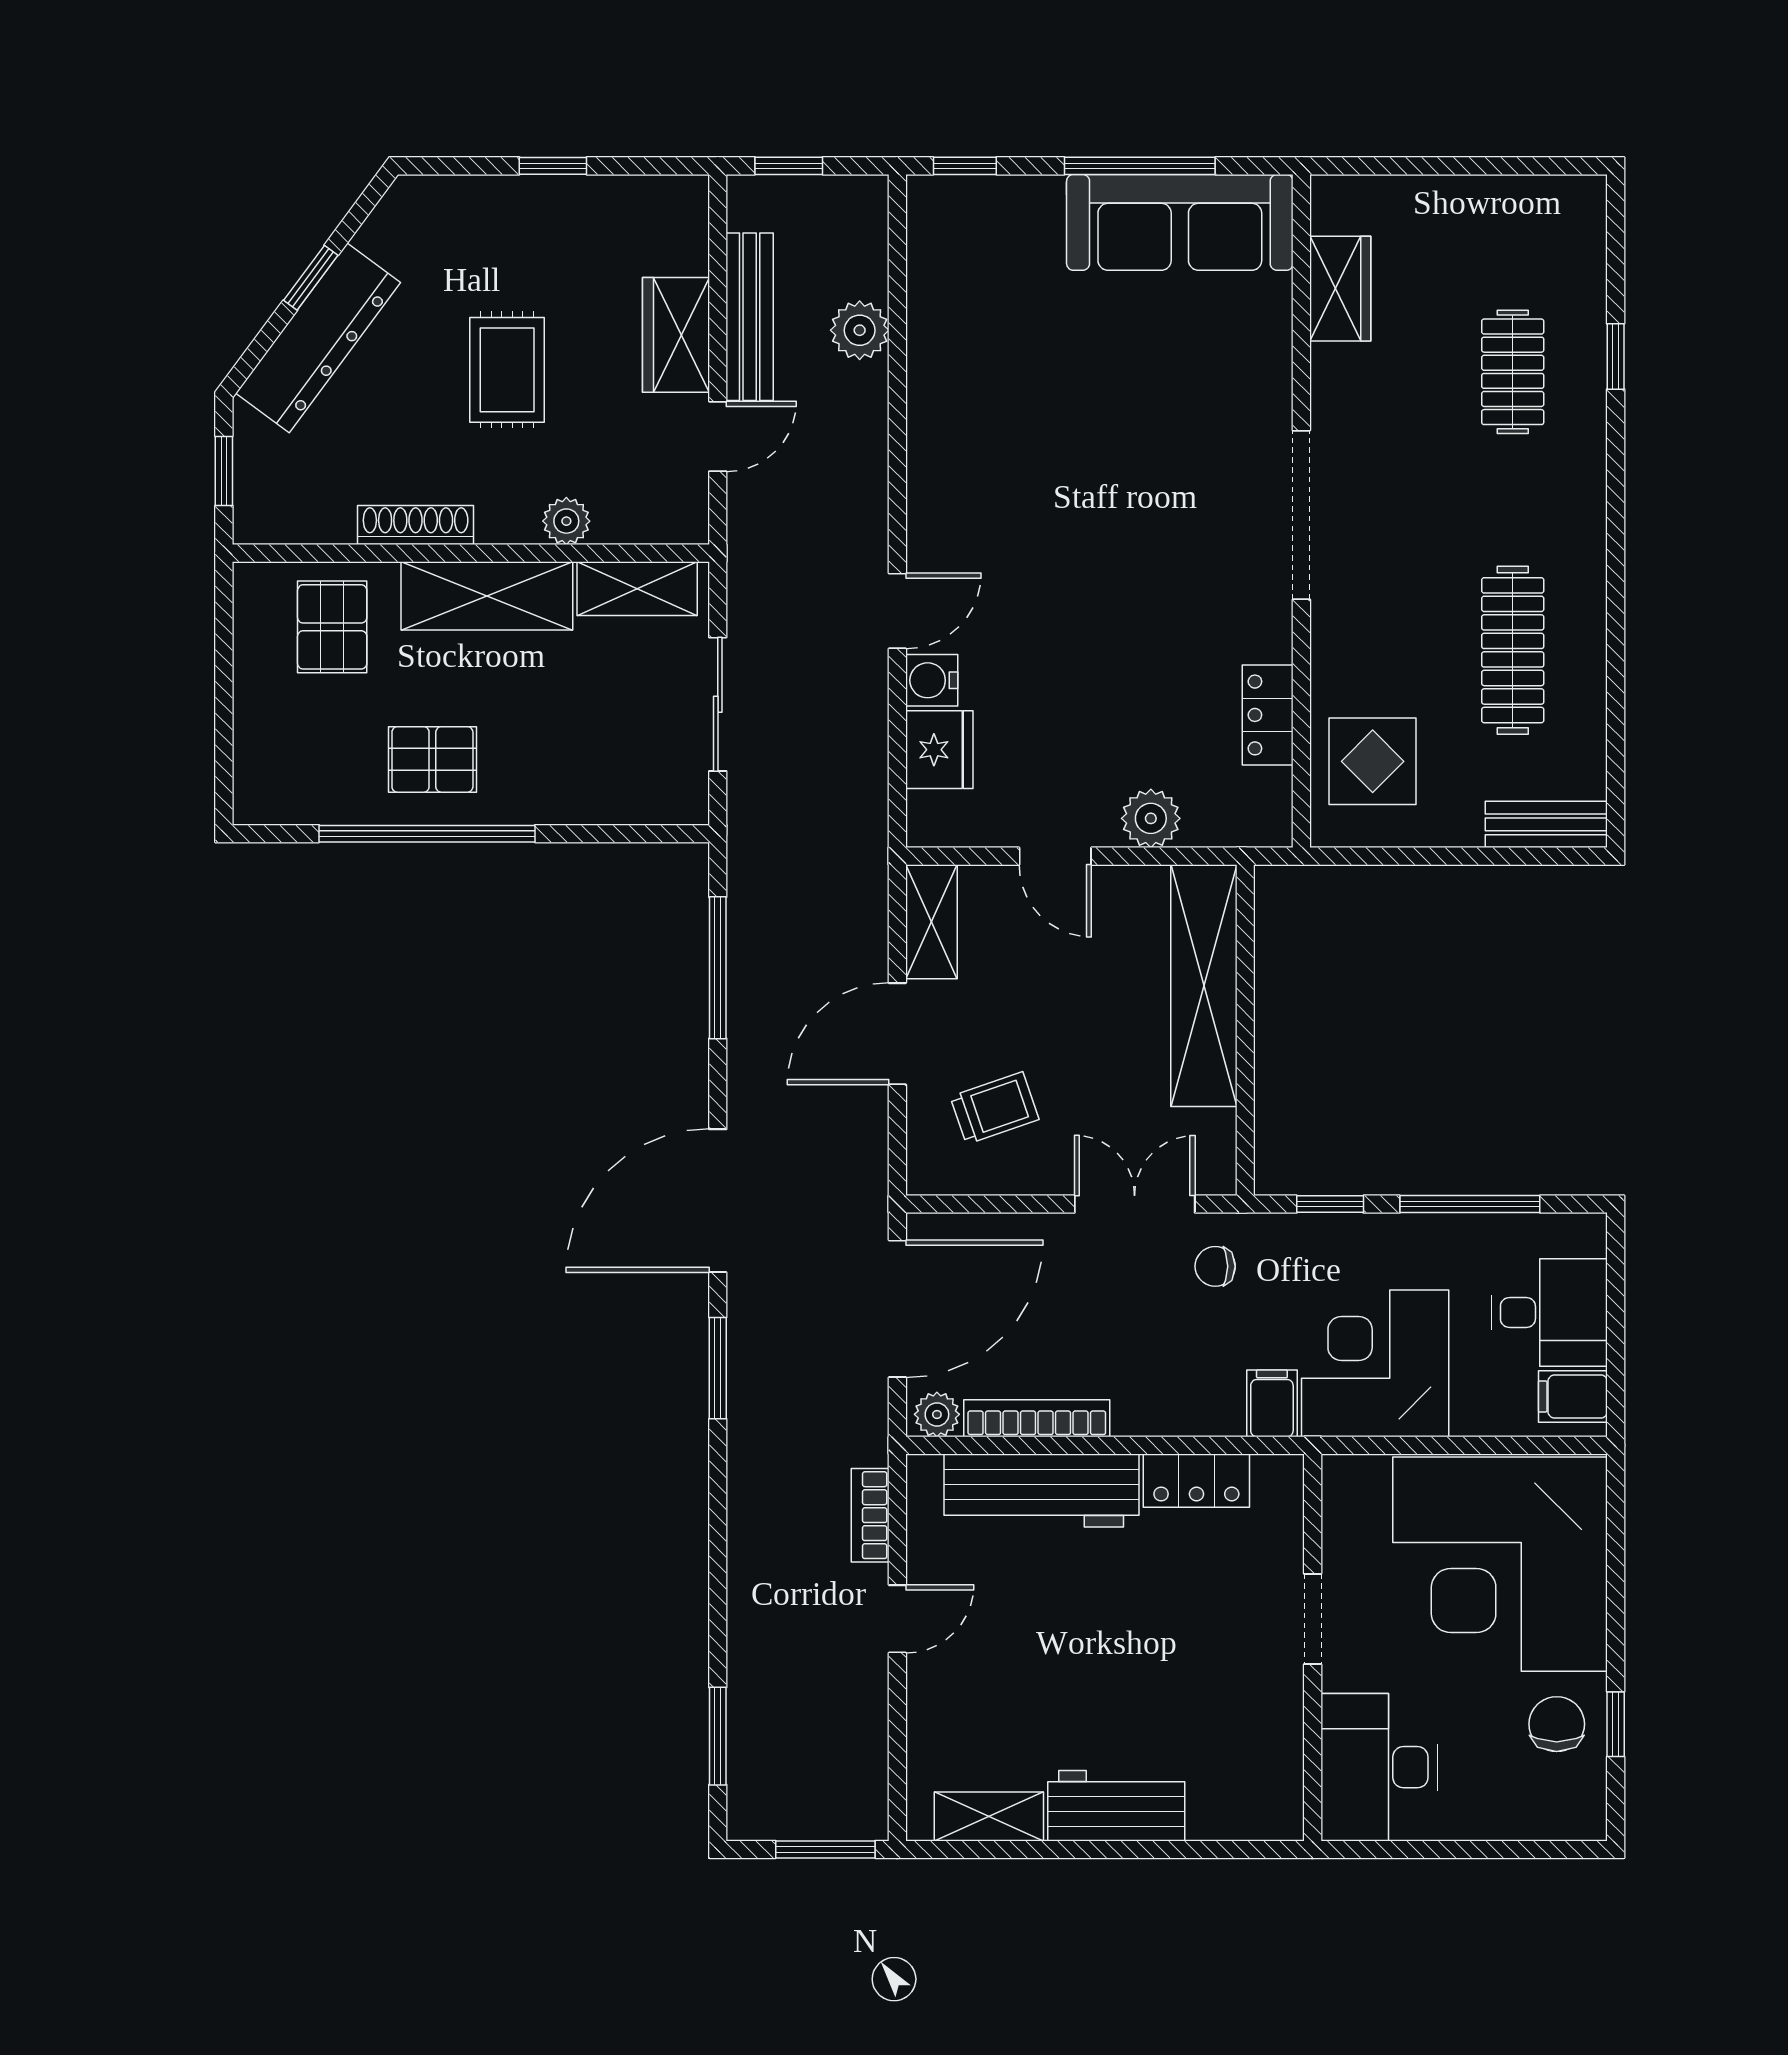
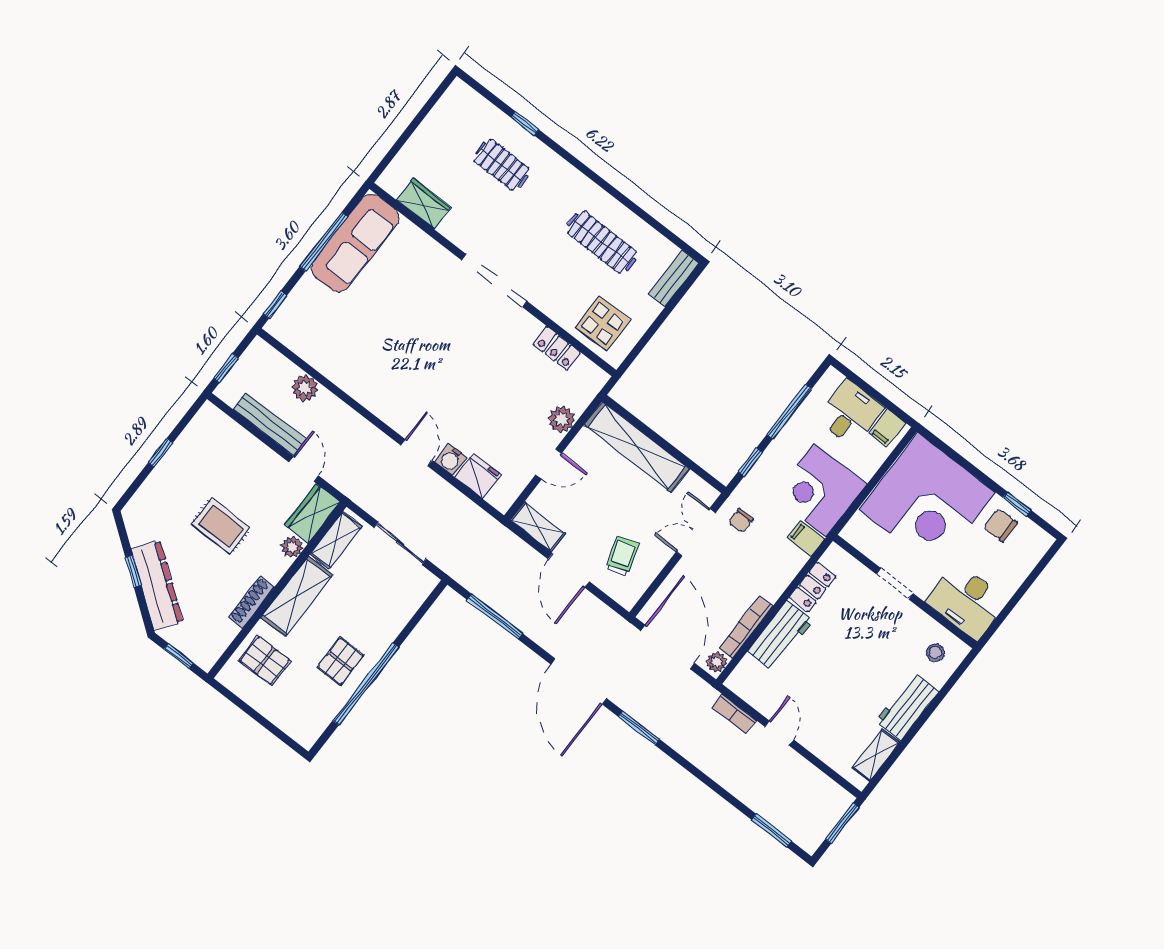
wardrobe: (676, 335) -> (312, 513), moved, turned 90
workbench: (1041, 1490) -> (780, 636), width x0.73
stool: (1247, 1782) -> (935, 653), added

